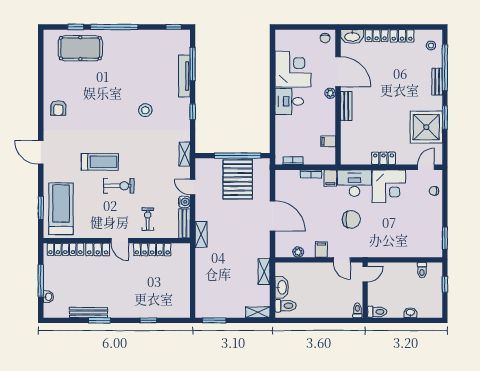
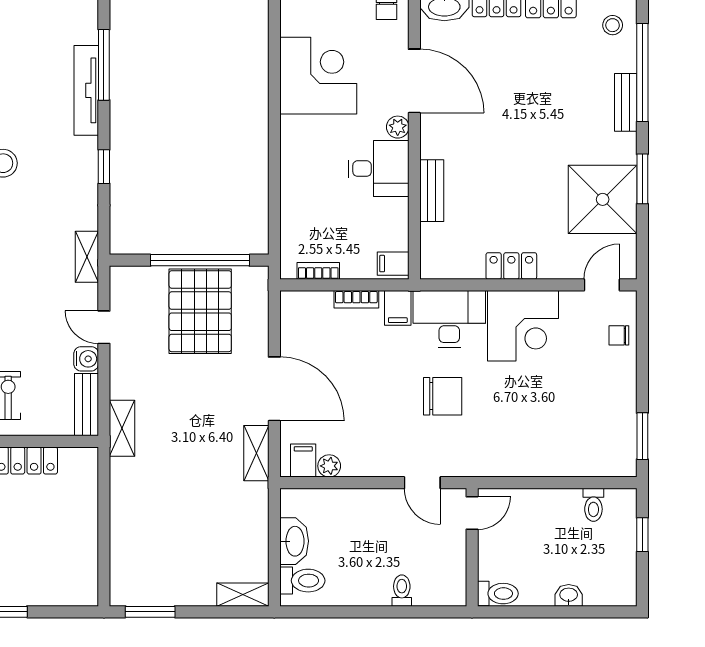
desk: (289, 101) -> (378, 169), moved, turned 180
bench: (346, 106) -> (432, 191), moved
filing cabinet: (328, 141) -> (393, 264), moved
filing cabinet: (321, 249) -> (303, 461), moved
shelving: (264, 272) -> (256, 453), moved
toilet: (357, 310) -> (402, 591), moved

